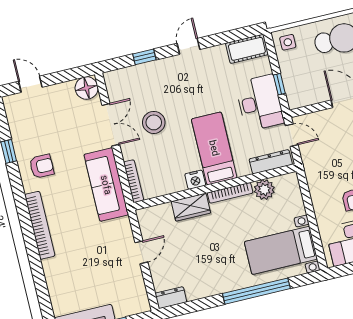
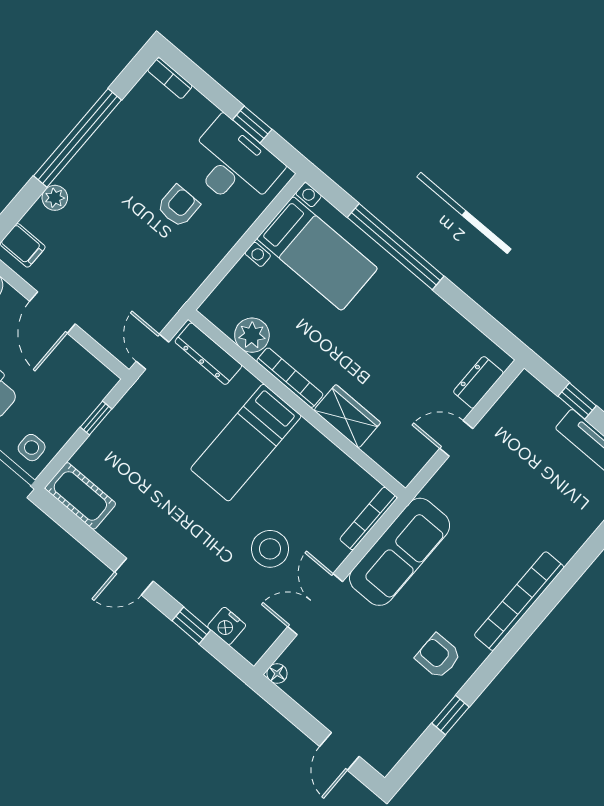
floor lamp: (87, 88) -> (277, 674), width x0.53, depth x0.53
desk: (260, 103) -> (140, 426), removed
nightstand: (195, 180) -> (227, 626), moved, turned 180
dresser: (171, 298) -> (478, 382), moved, turned 90

